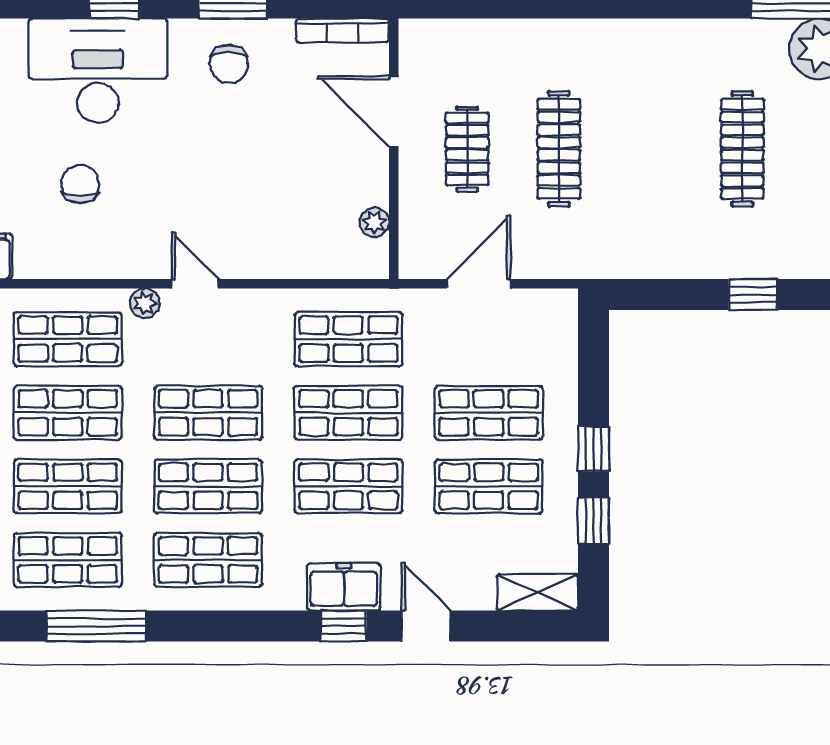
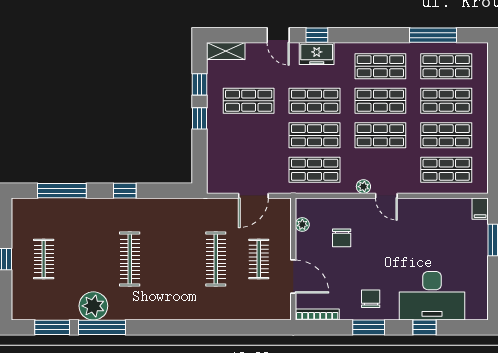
chair: (80, 184) -> (342, 238), moved
plant: (145, 303) -> (363, 187), moved
shop shelf: (489, 413) -> (249, 135), removed

